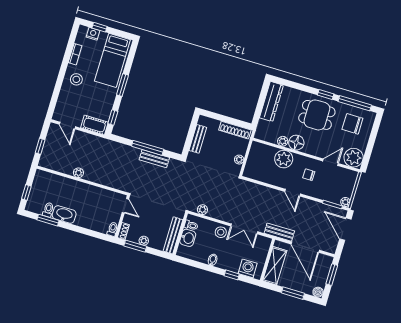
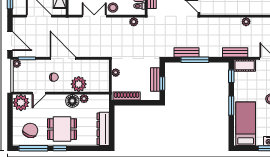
chair: (352, 124) -> (30, 130), turned -69
window: (191, 132) -> (162, 84), added
door: (293, 193) -> (63, 58), width x1.87
bench: (279, 232) -> (235, 52), moved

